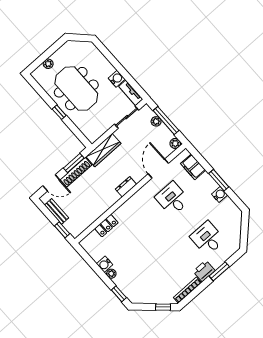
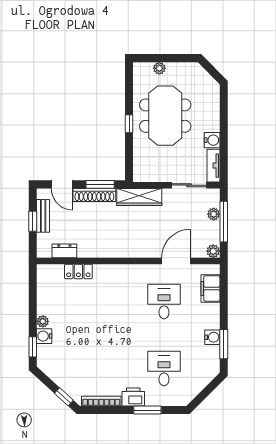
window: (219, 180) -> (224, 344), moved
dresser: (126, 187) -> (64, 251), moved
window: (62, 230) -> (33, 221), moved
water cooler: (105, 264) -> (44, 336), moved

